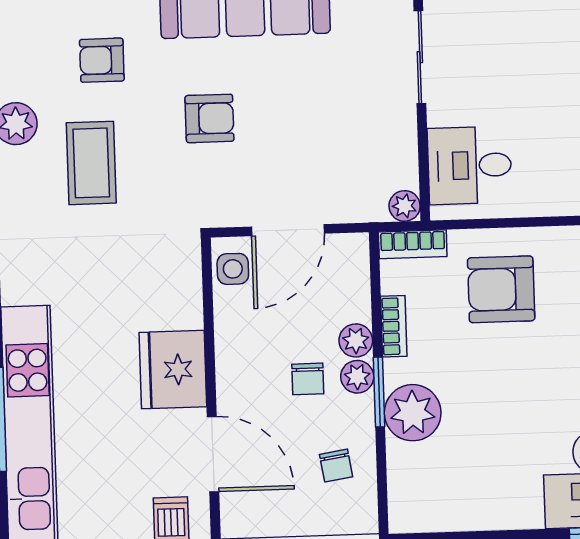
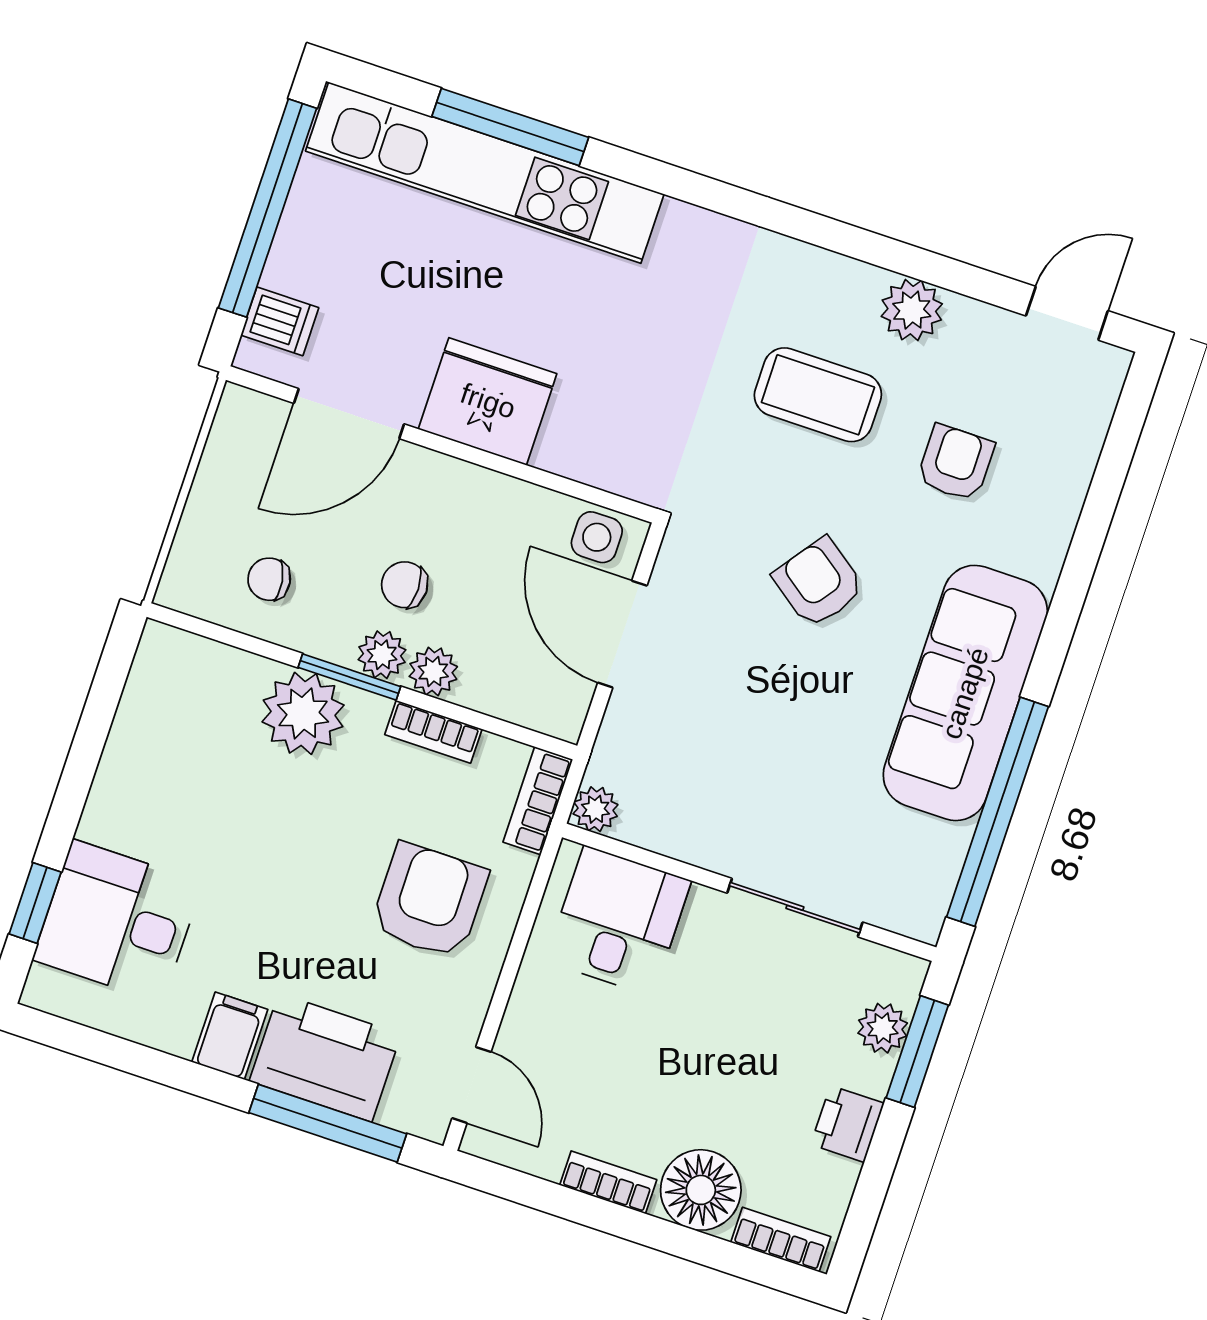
armchair: (209, 118) -> (819, 583), turned 126

